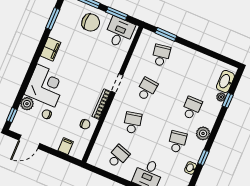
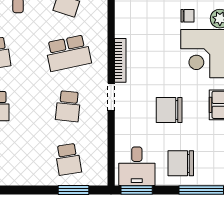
window: (117, 13) -> (137, 190), moved
school desk: (132, 123) -> (68, 53), width x1.85
chair: (85, 124) -> (169, 110), moved, width x1.87, depth x1.87

